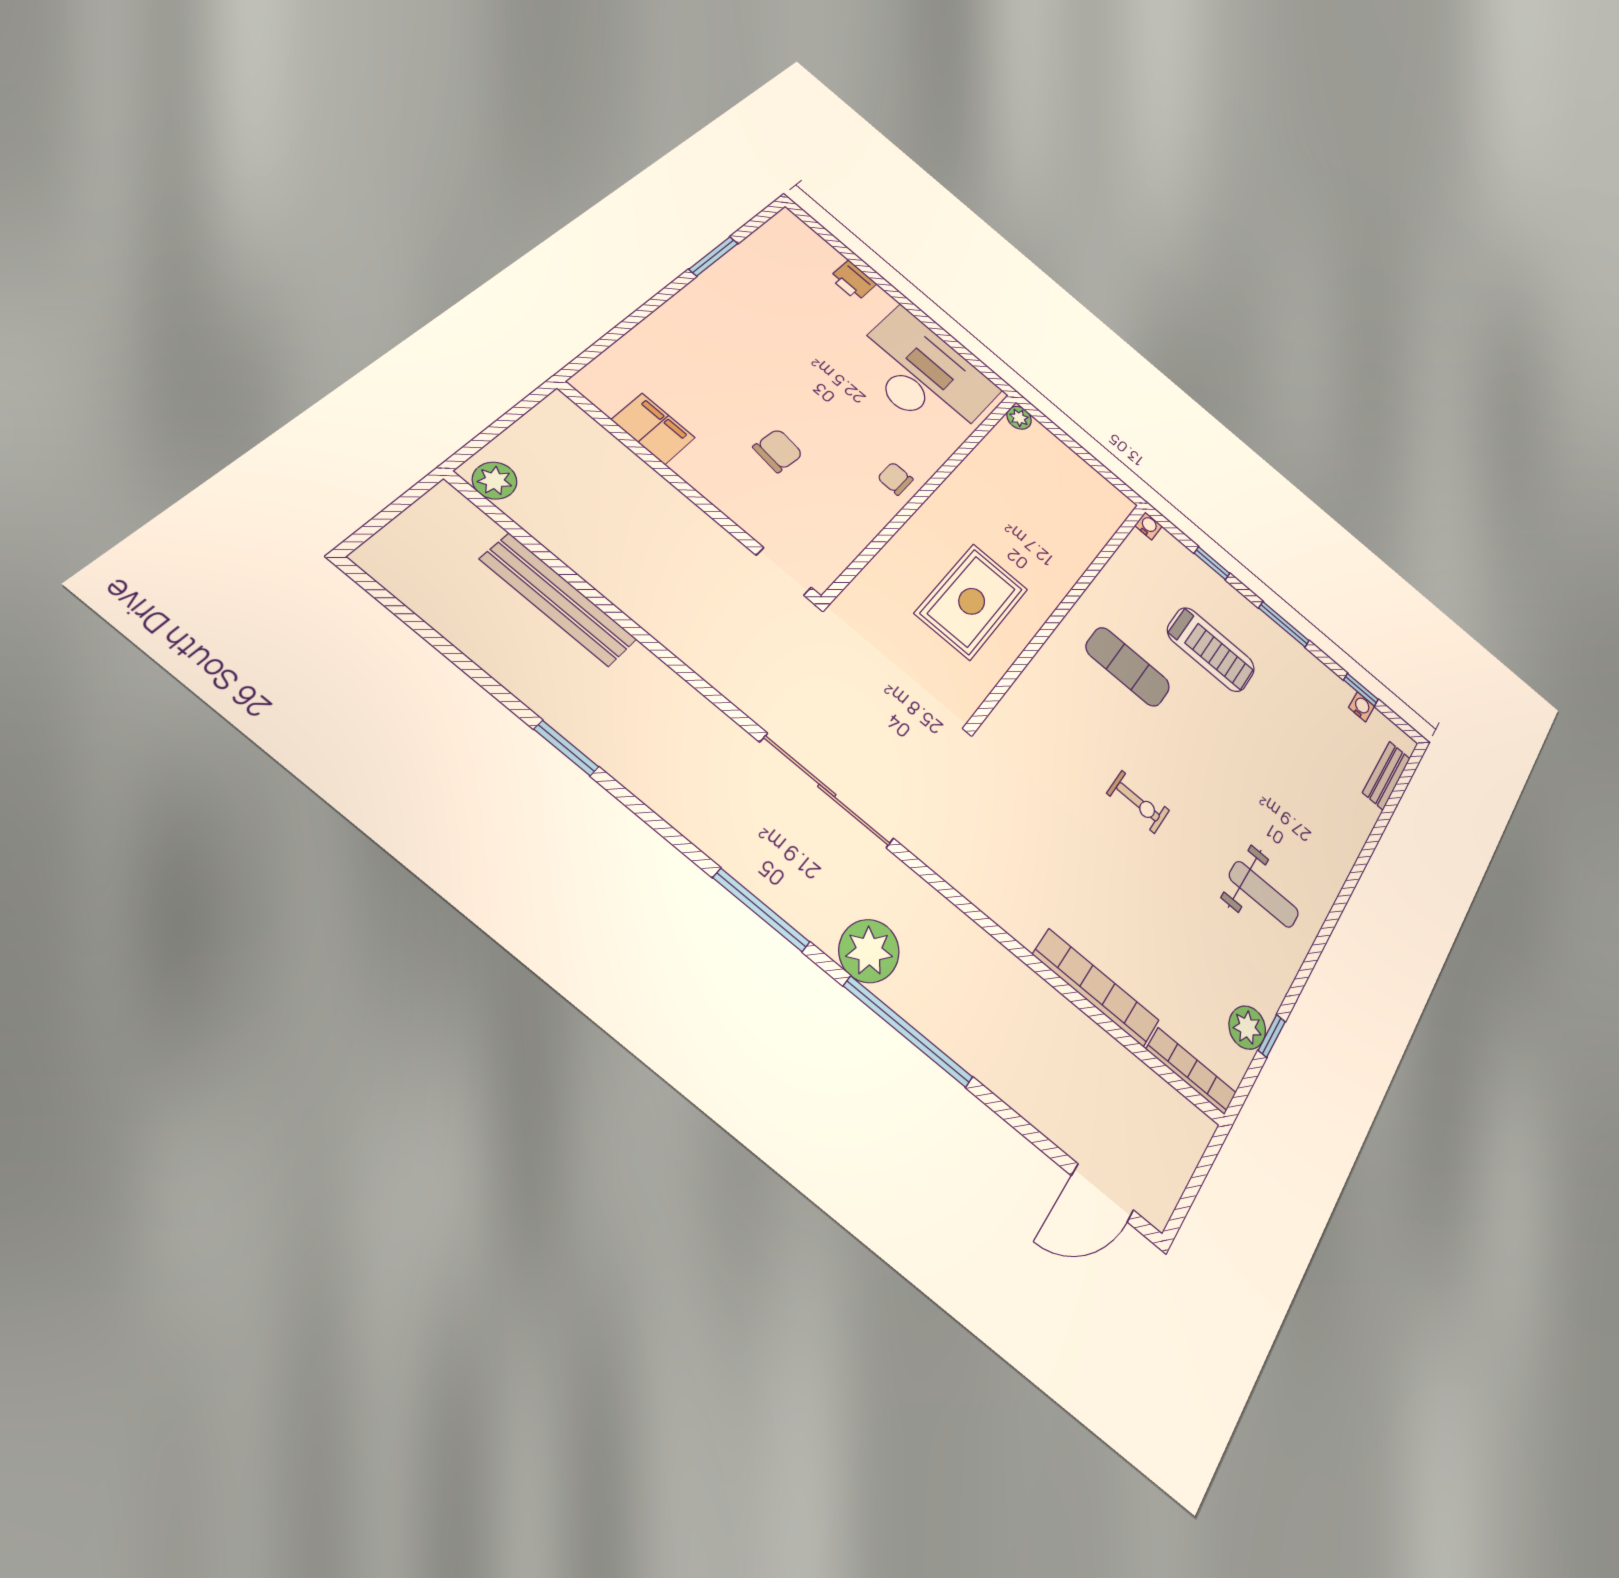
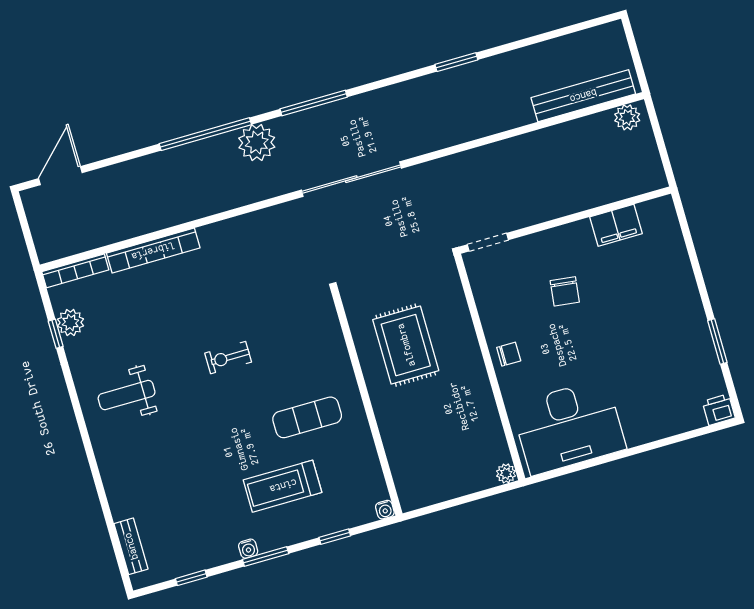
printer: (853, 281) -> (719, 410), moved
bench: (558, 599) -> (583, 96), moved
water cooler: (1361, 707) -> (248, 549), moved

